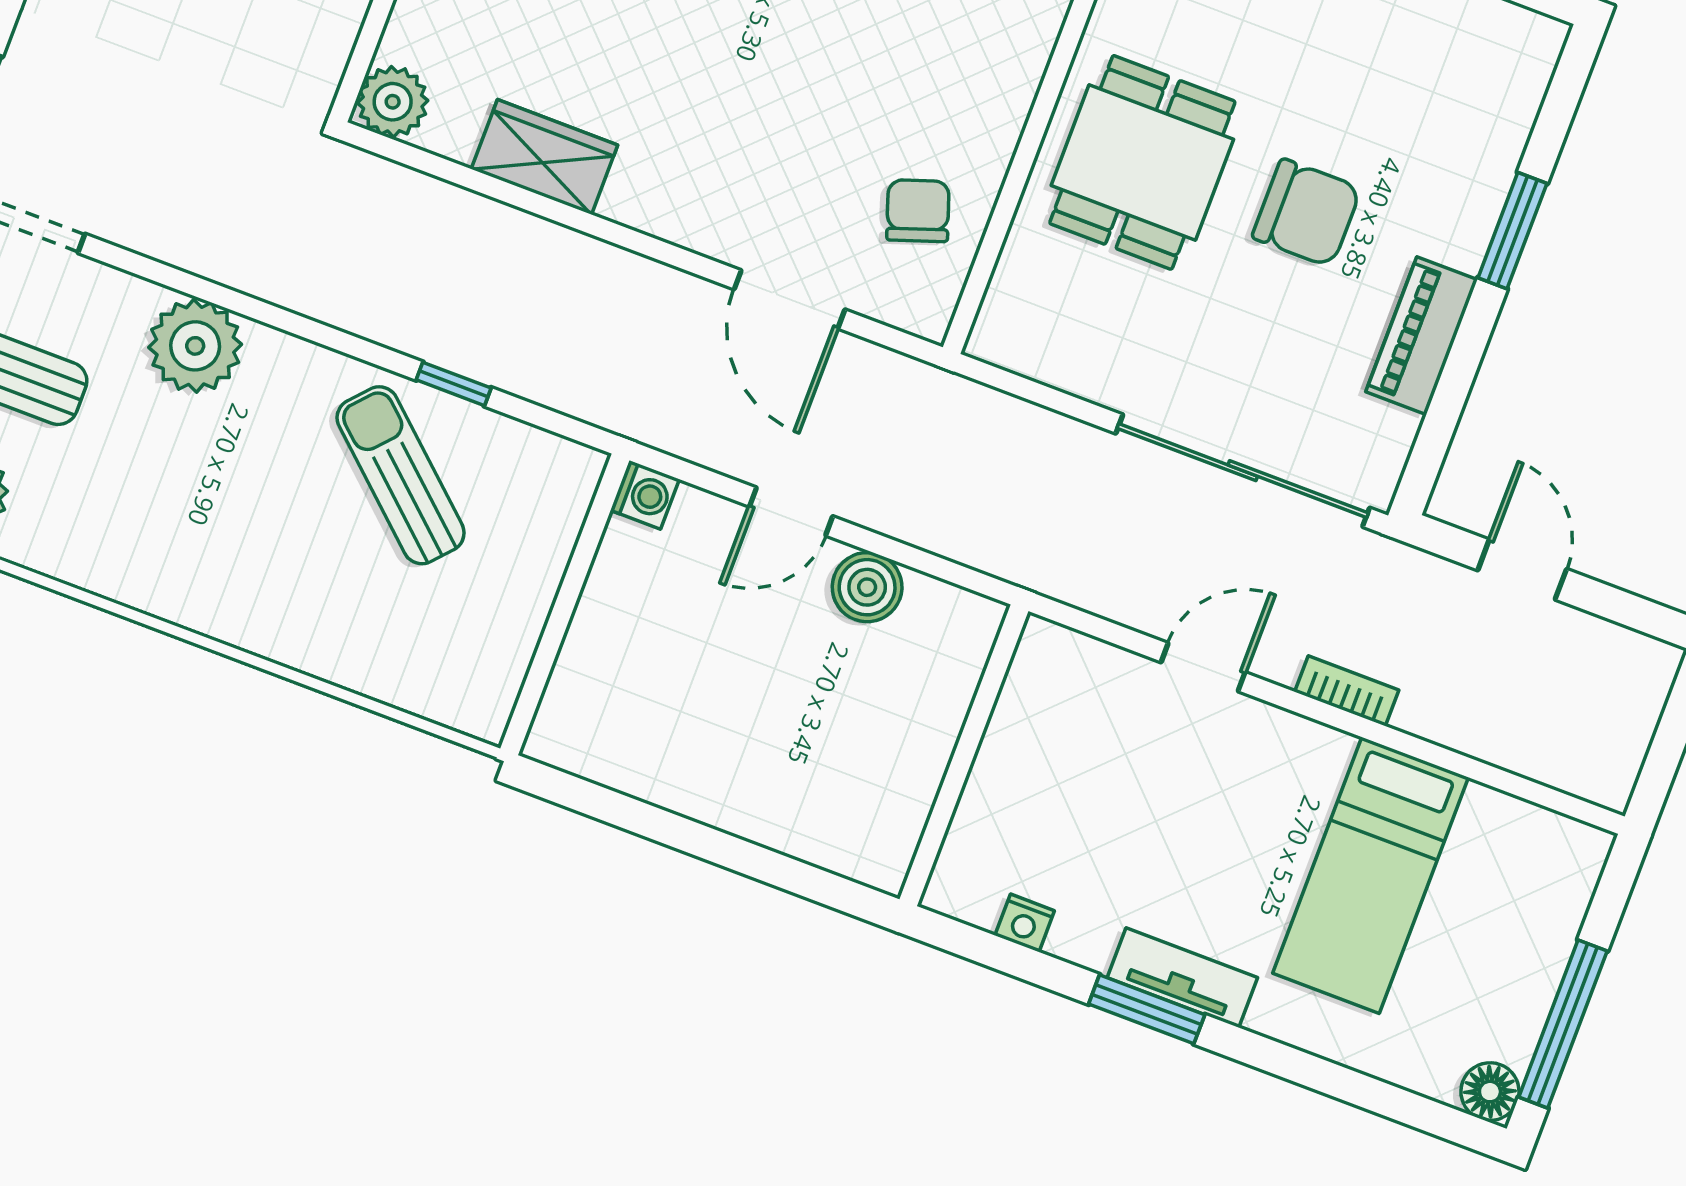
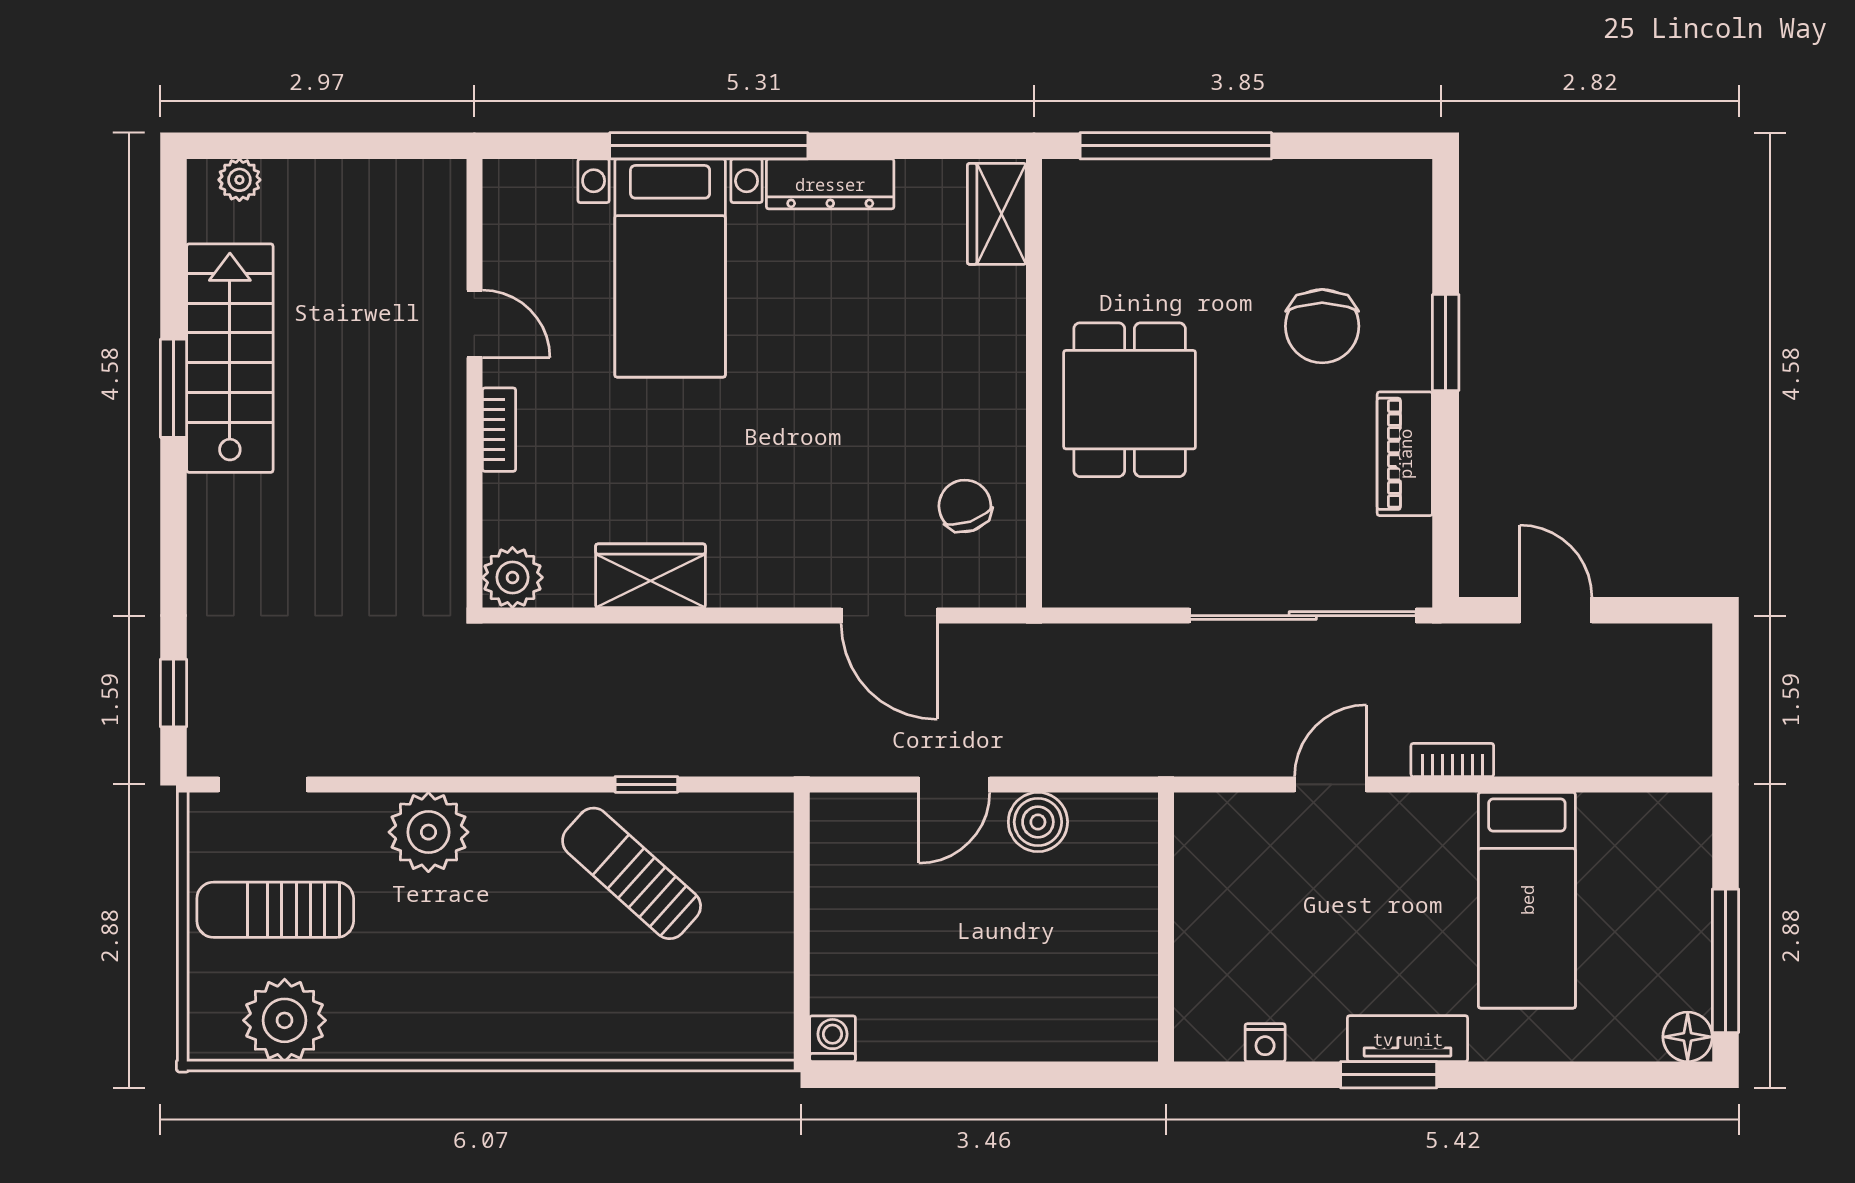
chair: (1307, 213) -> (1322, 326), moved, turned 90
washing machine: (645, 495) -> (833, 1039), moved, turned -90

